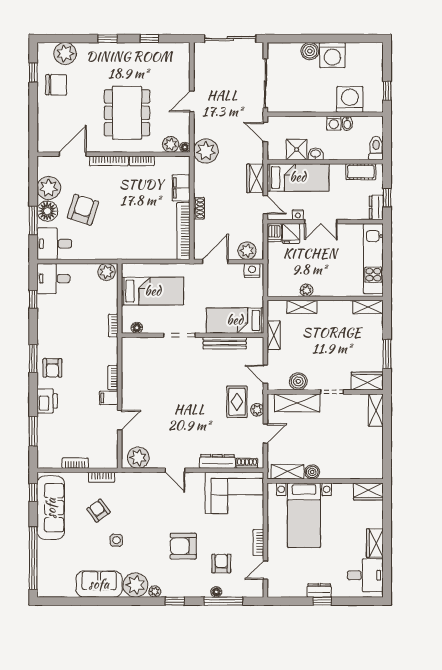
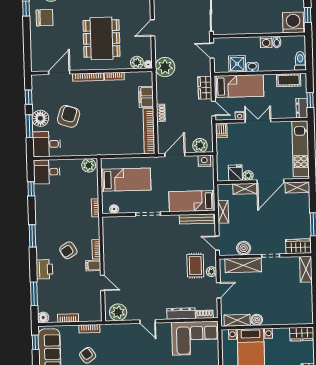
washing machine: (350, 99) -> (293, 22), moved
window: (33, 184) -> (29, 97), added
plant: (49, 188) -> (41, 100), removed
double door: (321, 222) -> (258, 121), swing flipped
fridge: (291, 234) -> (235, 173), moved, turned 180
door: (334, 298) -> (270, 181), added
bench: (225, 343) -> (197, 219), moved
armchair: (52, 368) -> (68, 250), moved, turned 59
door: (120, 420) -> (102, 283), hinge flipped
floor lamp: (44, 462) -> (43, 317), added

